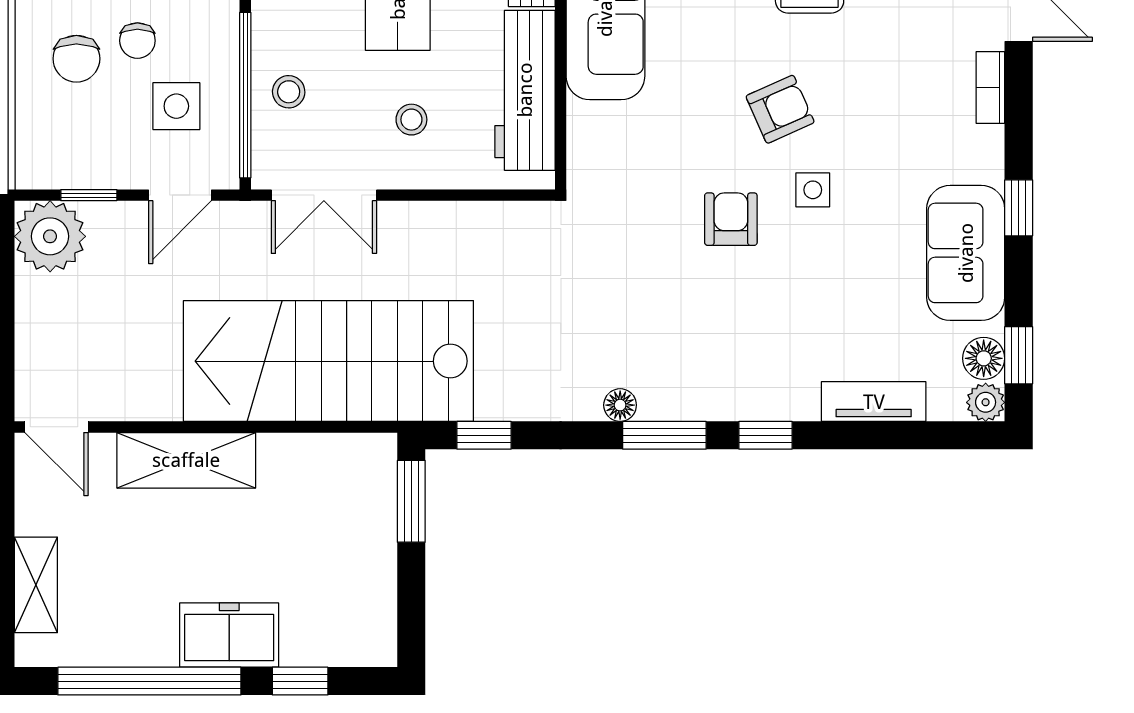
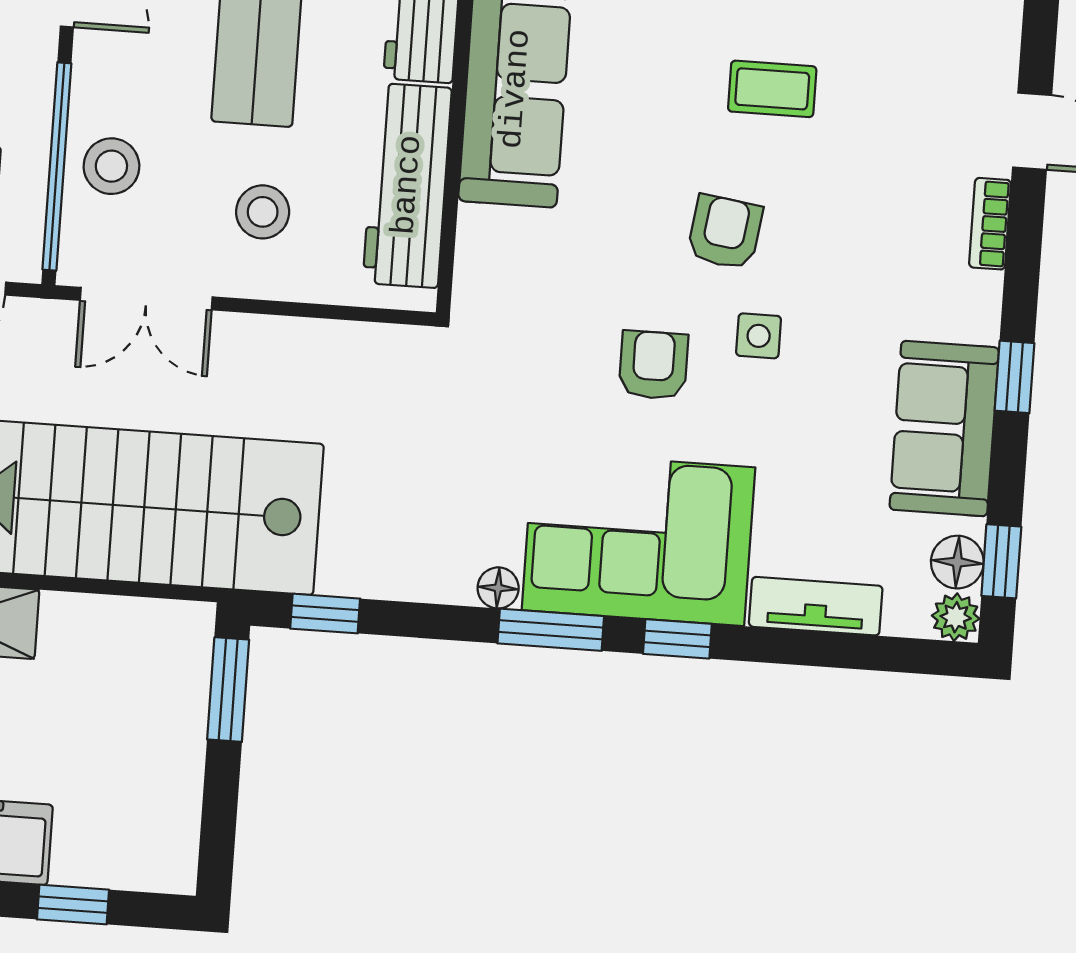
stool: (289, 92) -> (111, 166), width x1.37, depth x1.37
armchair: (780, 109) -> (725, 232), turned -58
stool: (411, 120) -> (263, 212), width x1.37, depth x1.37
corner sofa: (729, 358) -> (639, 539), added

